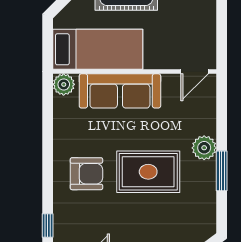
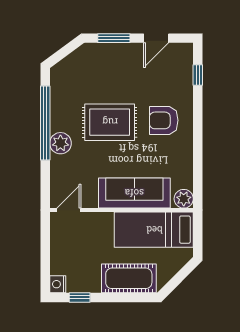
window: (222, 171) -> (45, 123), width x2.11

